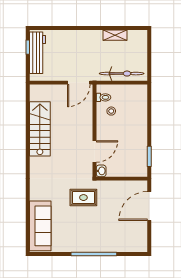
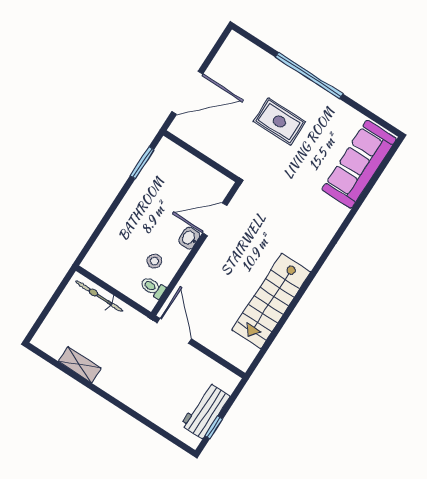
workbench: (37, 53) -> (205, 411), width x0.73
bicycle: (122, 74) -> (99, 296), width x0.73, depth x0.71
door: (79, 83) -> (174, 331), hinge flipped
washbasin: (101, 171) -> (189, 238), moved
rug: (83, 198) -> (279, 122), moved

